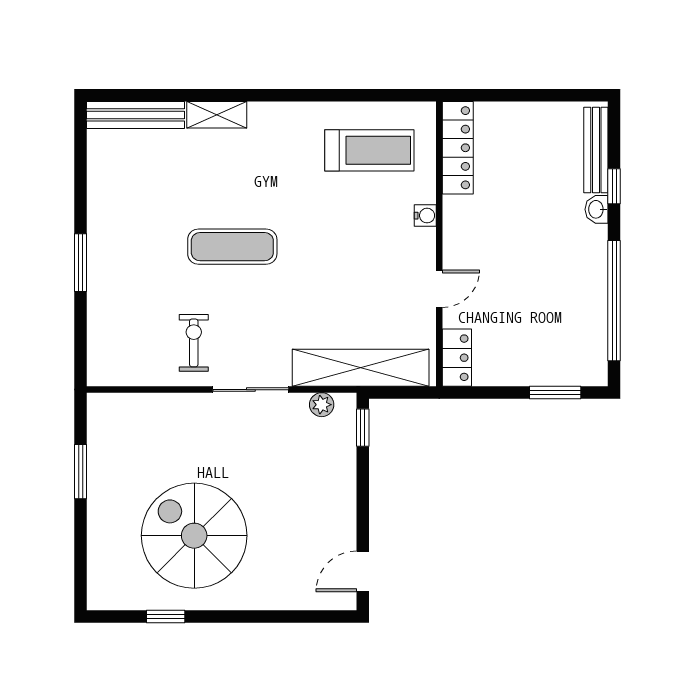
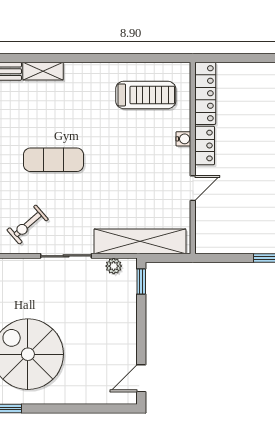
exercise bike: (194, 343) -> (28, 225), turned -131
locker: (457, 358) -> (205, 145), moved

